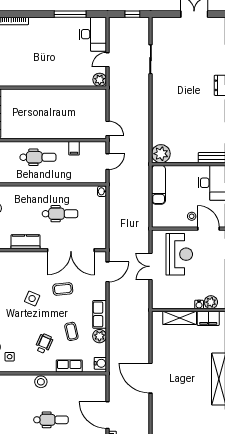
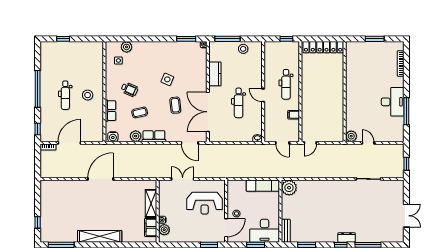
desk: (93, 34) -> (393, 102), moved, turned -90
door: (51, 184) -> (263, 95), added
double door: (151, 266) -> (183, 179), moved
stool: (41, 382) -> (88, 95), moved

